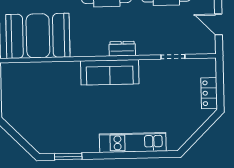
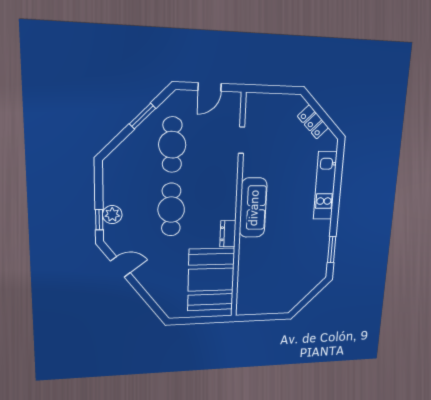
dresser: (122, 49) -> (228, 234), moved
locker: (209, 93) -> (313, 122), moved, turned 45

